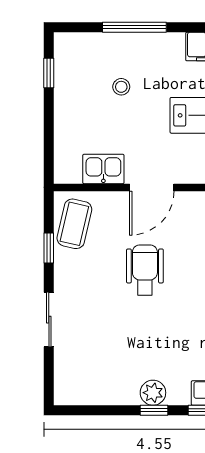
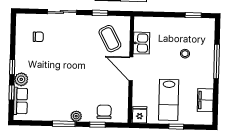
coffee table: (74, 224) -> (110, 39), moved, turned 49
wheelchair: (145, 270) -> (87, 64), removed
chair: (96, 363) -> (38, 37), added
plant: (153, 393) -> (21, 79), moved

